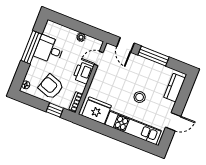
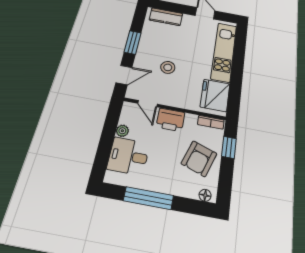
desk: (49, 50) -> (128, 156), moved, turned 90
window: (154, 56) -> (133, 42), width x0.69
stool: (140, 97) -> (168, 67), moved

